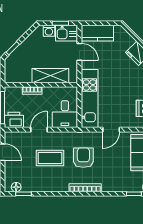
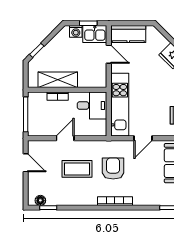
shelving: (50, 76) -> (58, 80), moved
desk: (65, 114) -> (92, 105), moved, turned -90
printer: (14, 120) -> (38, 128), removed

